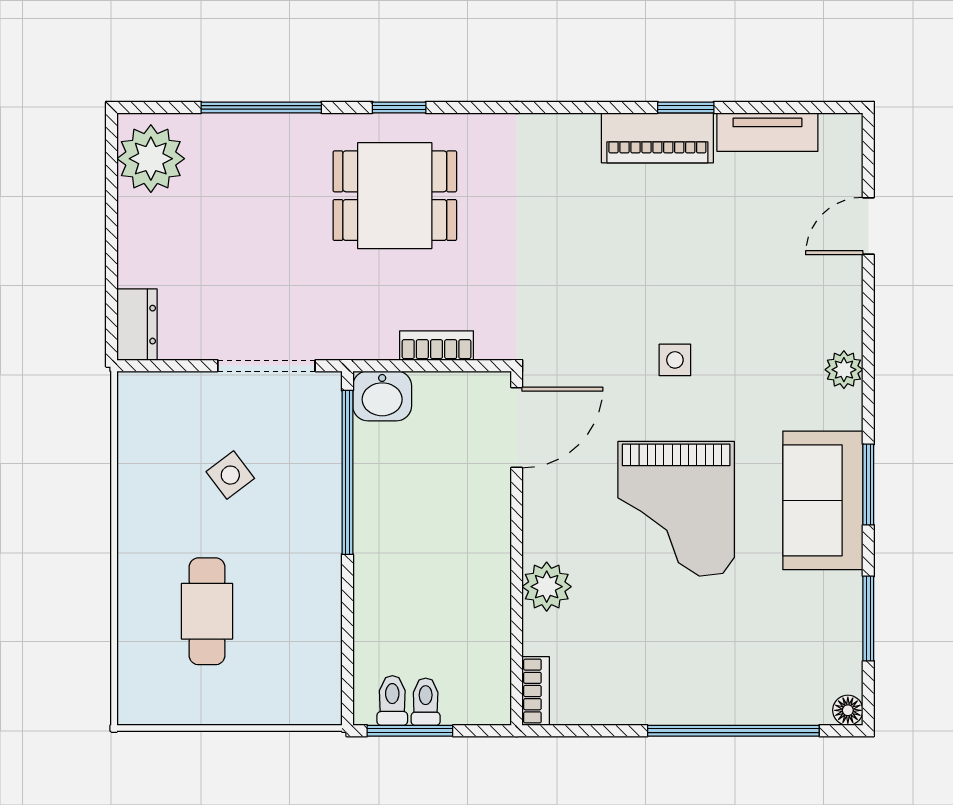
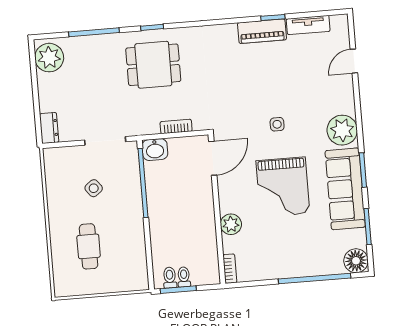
plant: (844, 370) -> (342, 130), width x1.88, depth x1.88
sofa: (823, 500) -> (345, 189), width x1.36
floor lamp: (848, 710) -> (356, 261), width x1.89, depth x1.89

